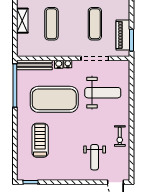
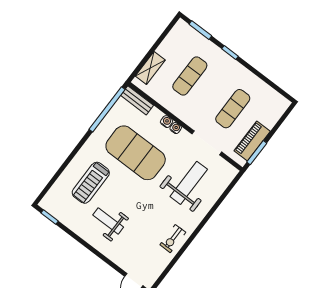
shelving: (22, 21) -> (150, 68), moved
bench: (34, 65) -> (137, 100), width x0.73
weight bench: (103, 93) -> (189, 183), turned -90
treadmill: (40, 140) -> (91, 183), turned 180
weight bench: (95, 157) -> (108, 221), moved, turned 90

